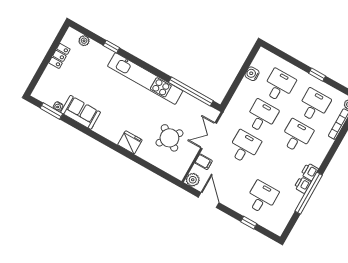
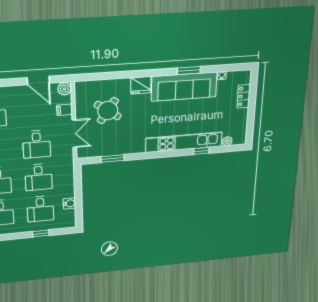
locker: (59, 56) -> (244, 96), moved
window: (317, 75) -> (41, 233), moved
kitchen unit: (145, 79) -> (184, 142), moved
window: (191, 91) -> (113, 159), width x0.47
window: (51, 111) -> (189, 70), moved
sofa: (81, 112) -> (184, 87), width x1.85, depth x1.27

